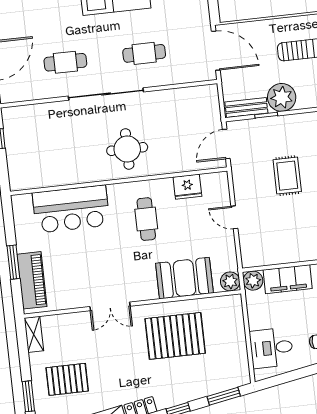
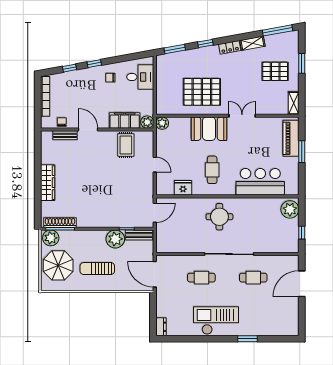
plant: (21, 172) -> (290, 209), added
rug: (287, 176) -> (126, 145), moved
booth: (184, 278) -> (209, 129), moved

